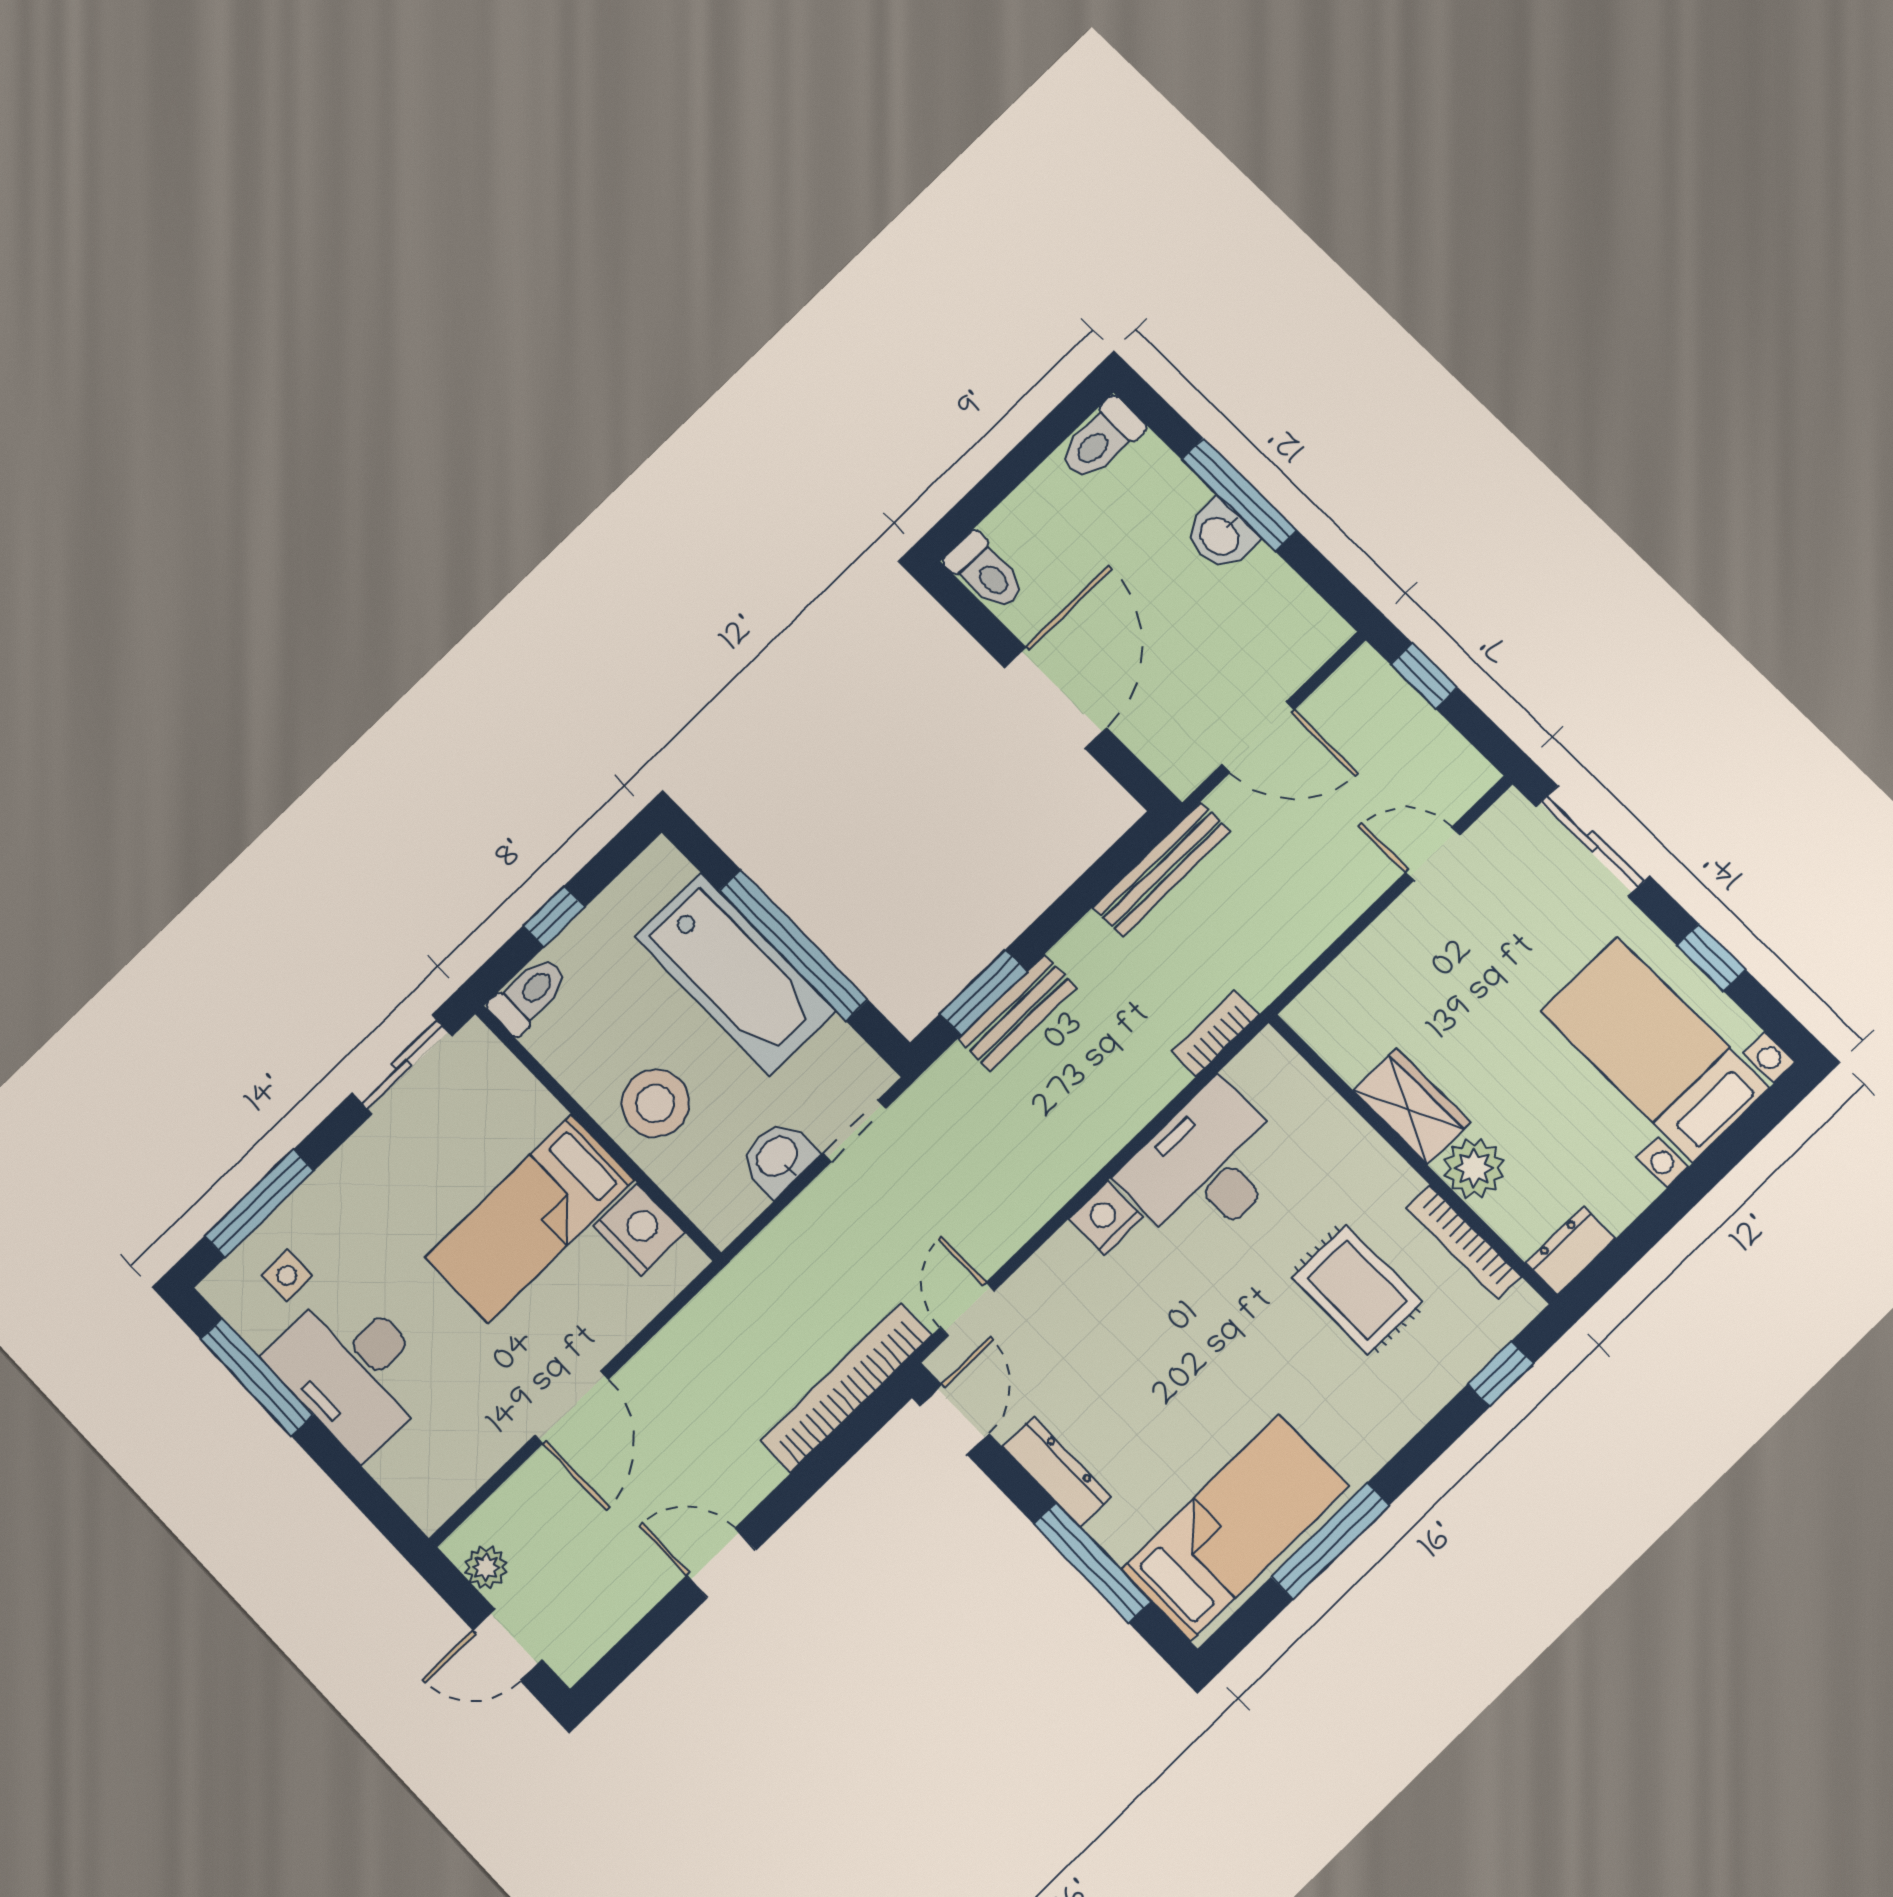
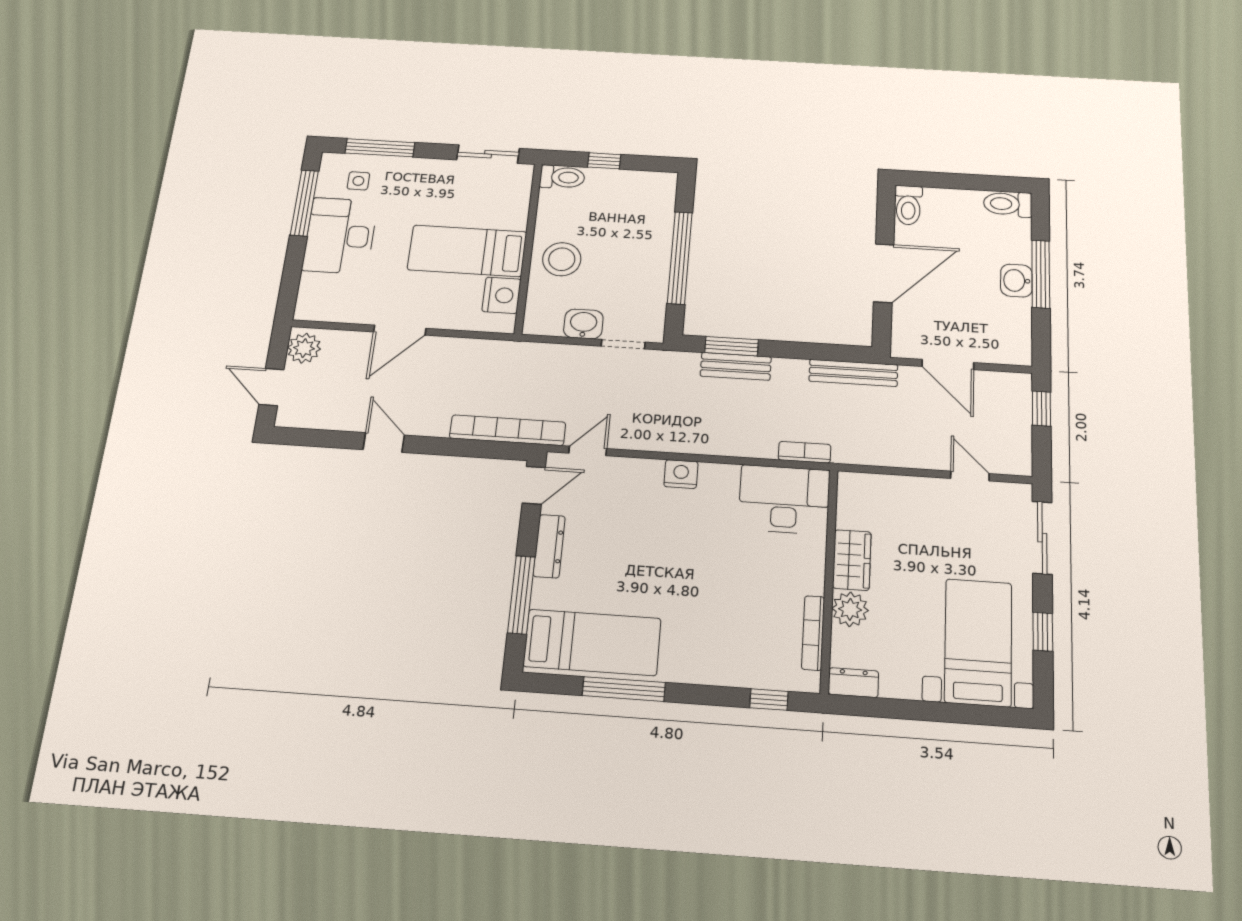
bathtub: (735, 974) -> (646, 246), removed
desk: (1206, 1167) -> (784, 499), moved
rug: (1357, 1290) -> (748, 605), removed
plant: (486, 1567) -> (304, 348), width x1.38, depth x1.38

